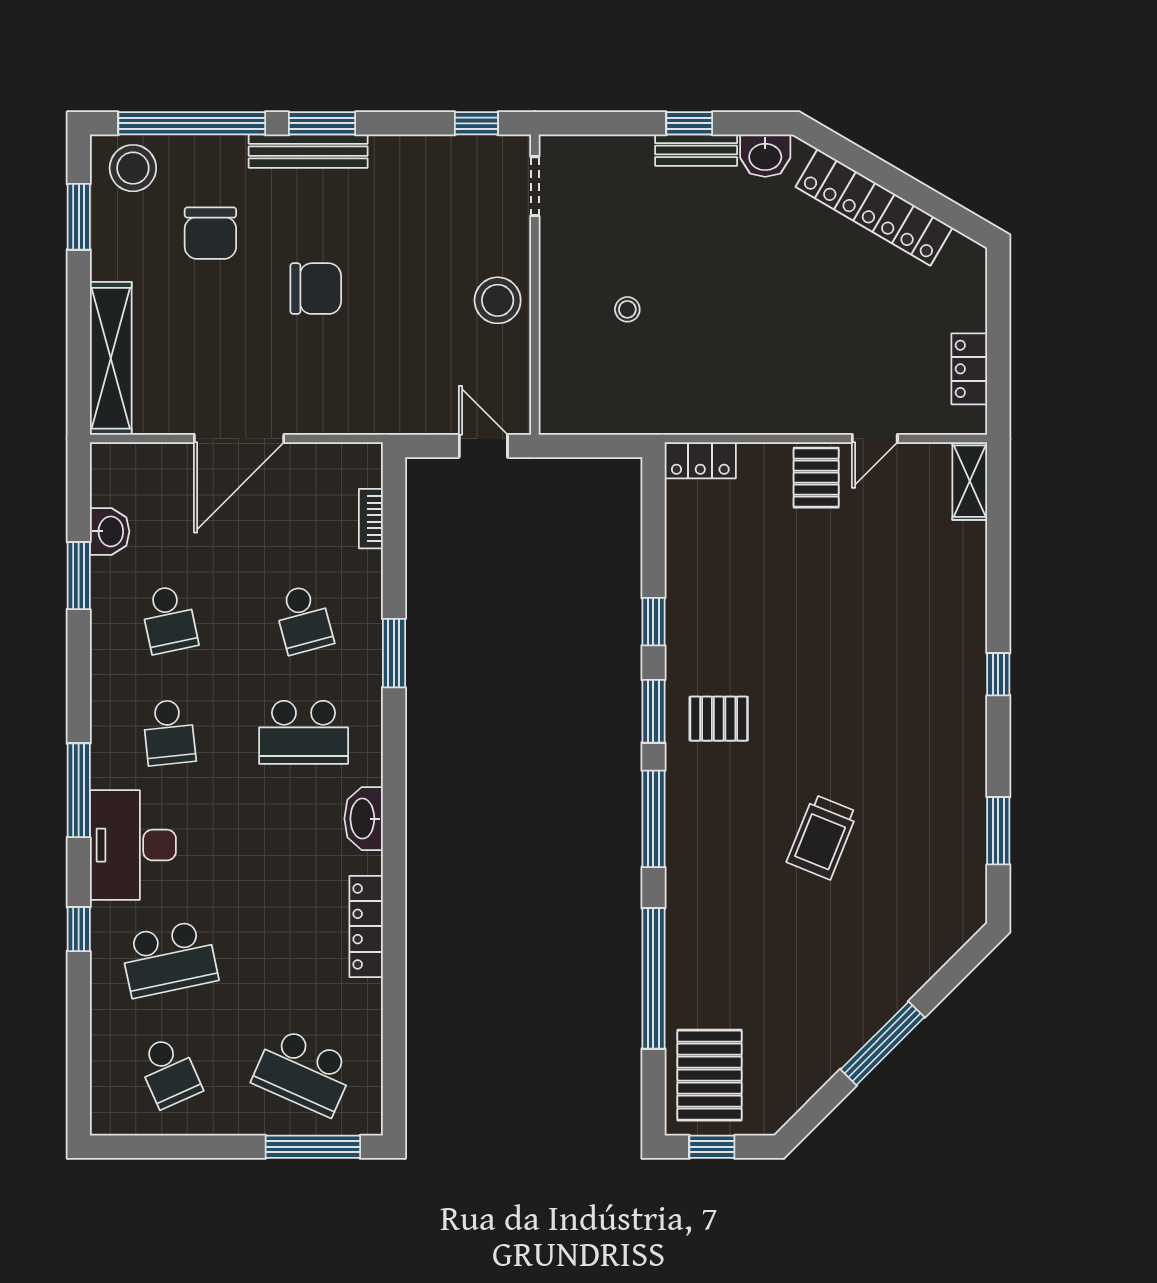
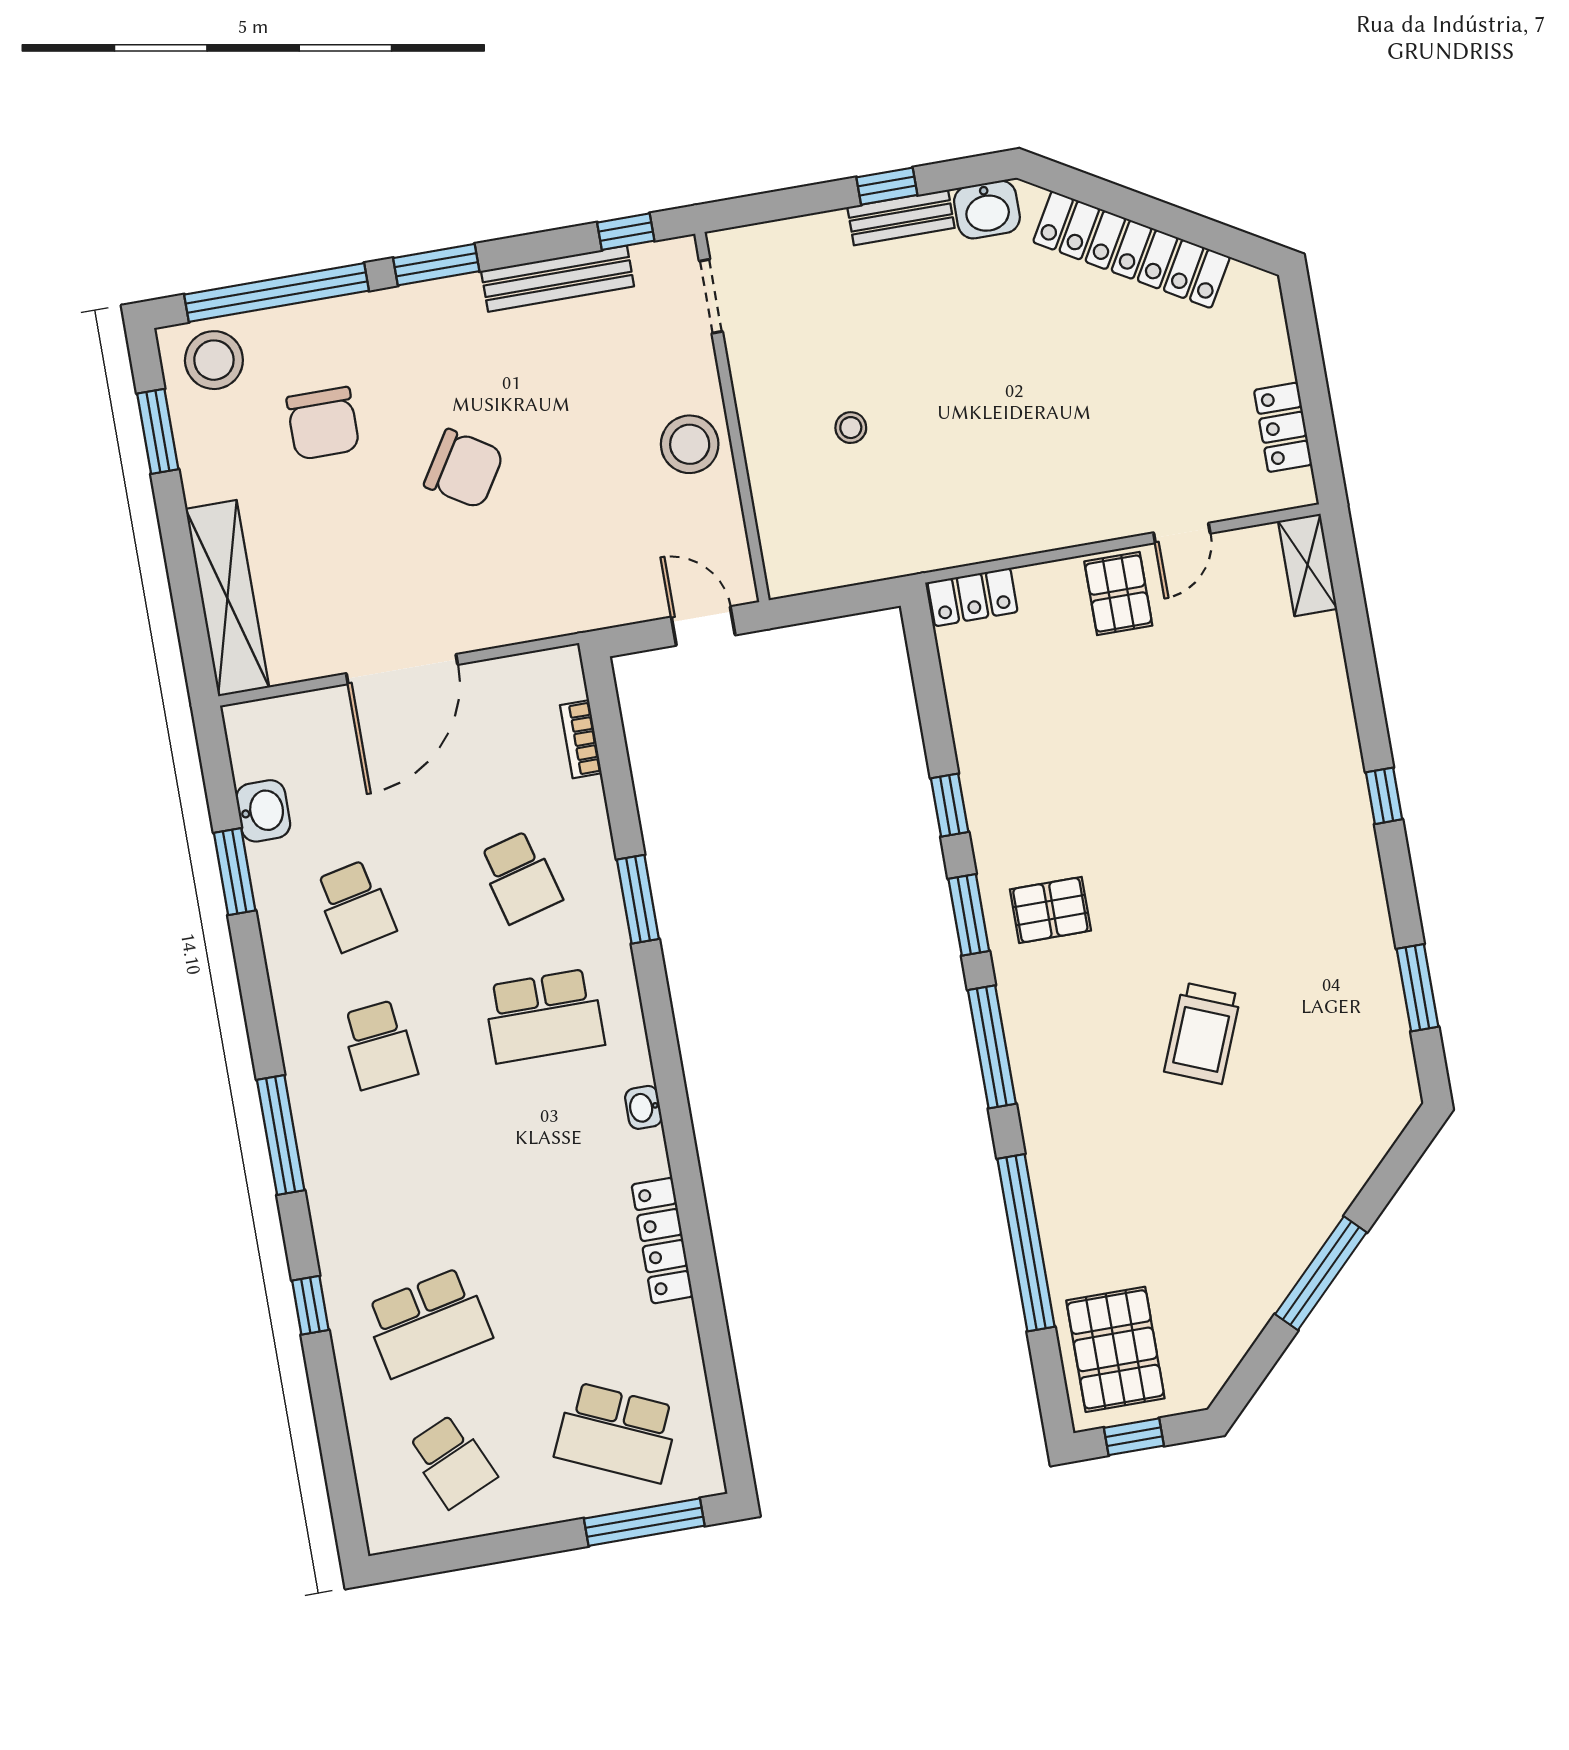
bench: (308, 151) -> (558, 279), moved
chair: (316, 289) -> (464, 469), turned 32
washbasin: (364, 819) -> (643, 1107), width x0.52, depth x0.69
desk: (133, 845) -> (359, 1191), removed

